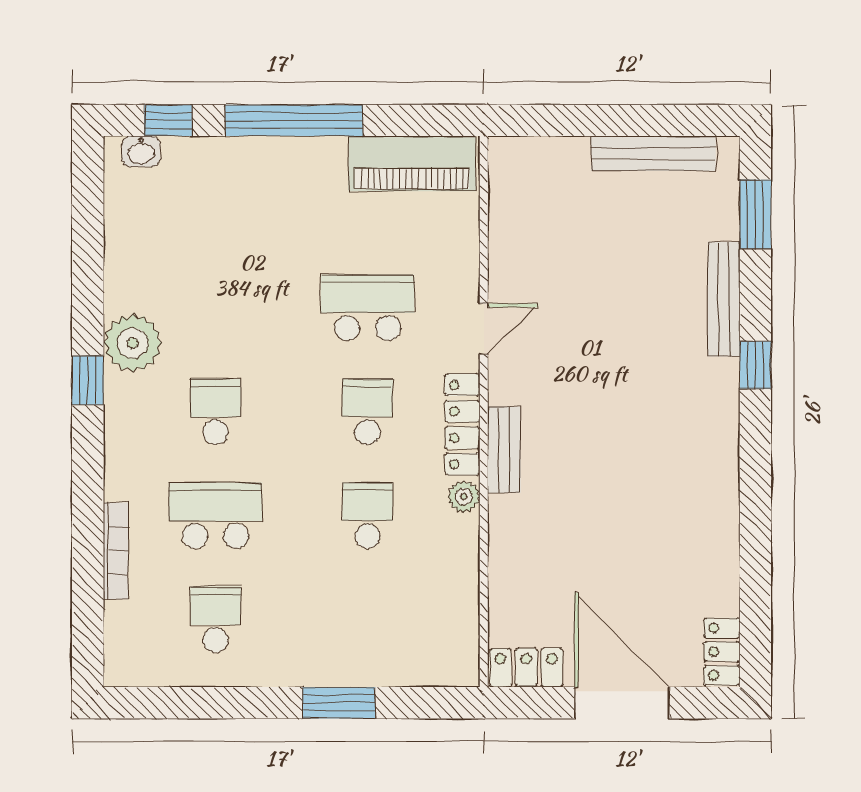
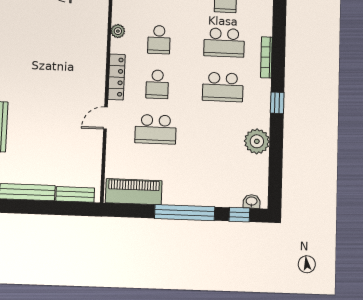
plant: (133, 343) -> (257, 141), moved
school desk: (216, 412) -> (223, 87), width x1.85
bench: (504, 450) -> (75, 194), moved, turned 90
plant: (464, 497) -> (118, 31), moved
bookcase: (116, 551) -> (266, 57), moved

